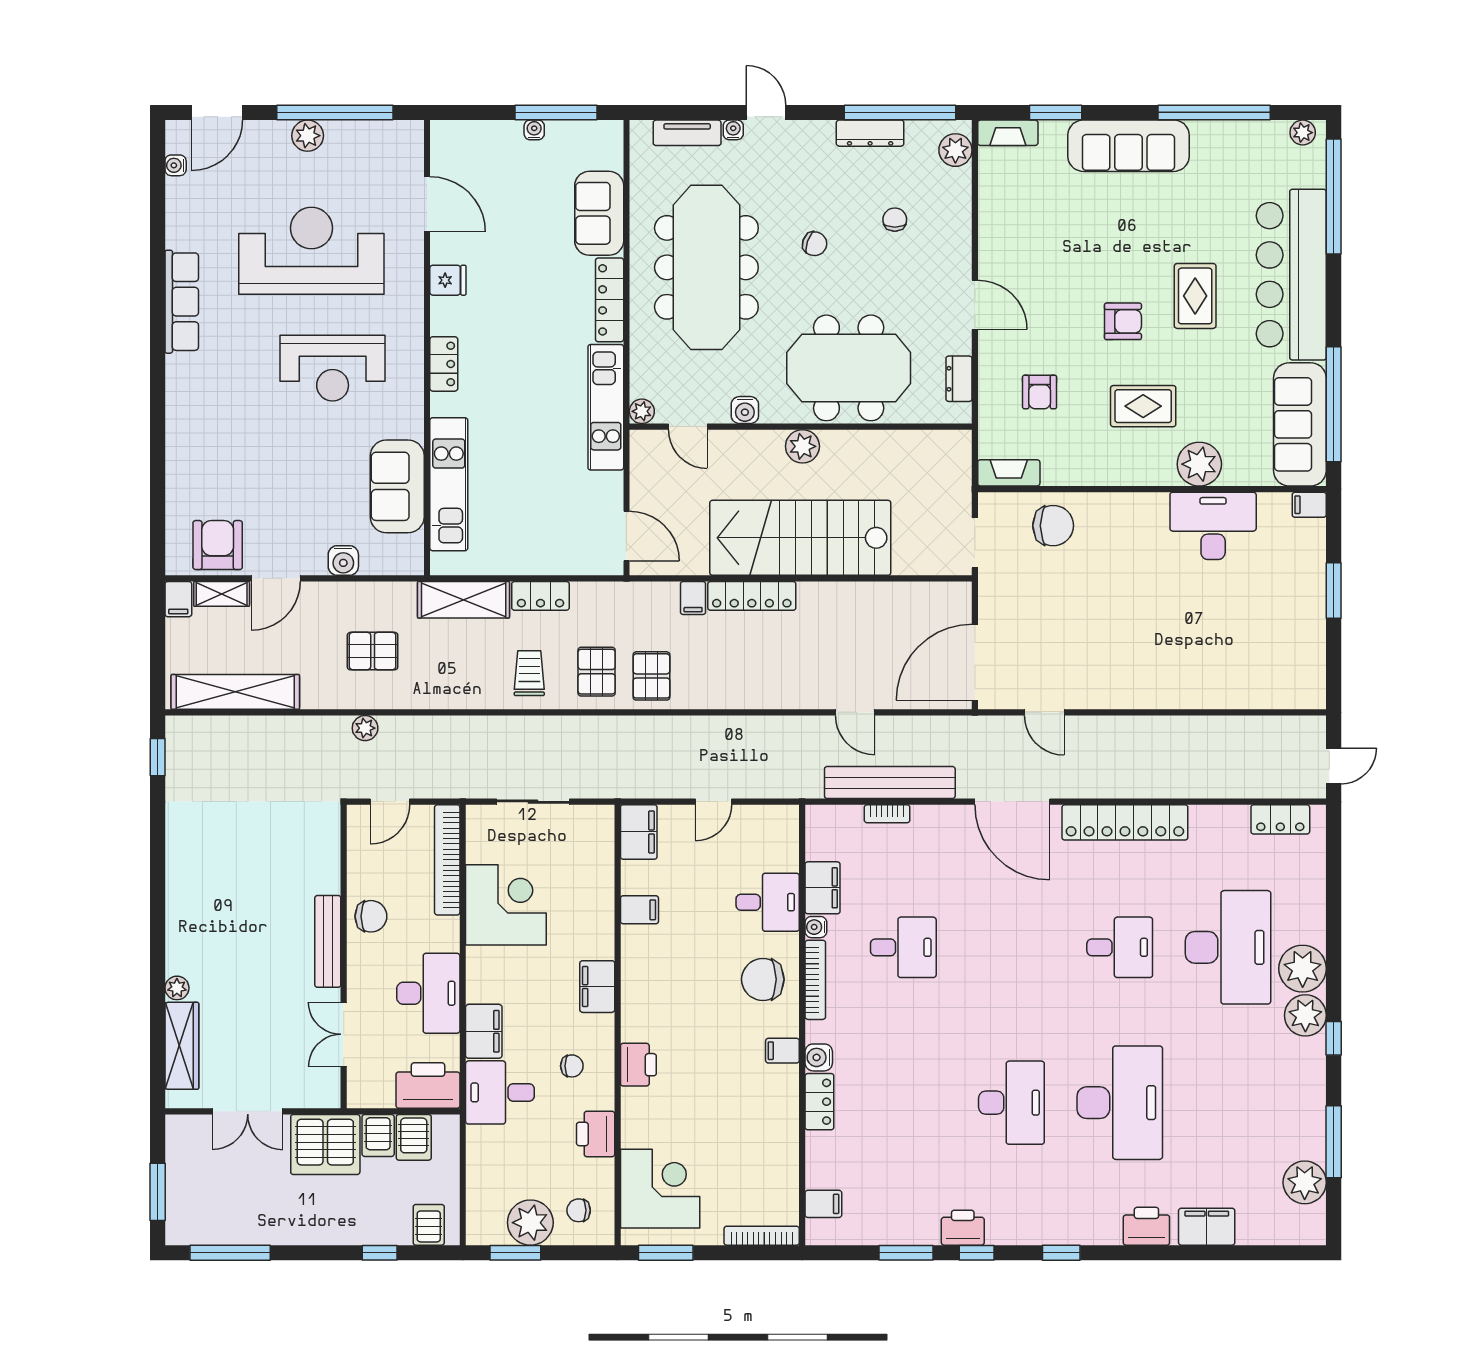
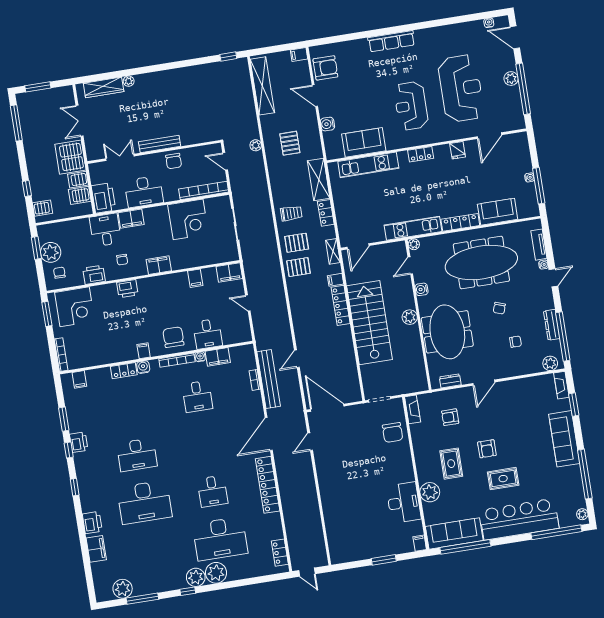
row of seats: (182, 302) -> (391, 41), moved
shelving: (222, 594) -> (333, 251), moved

